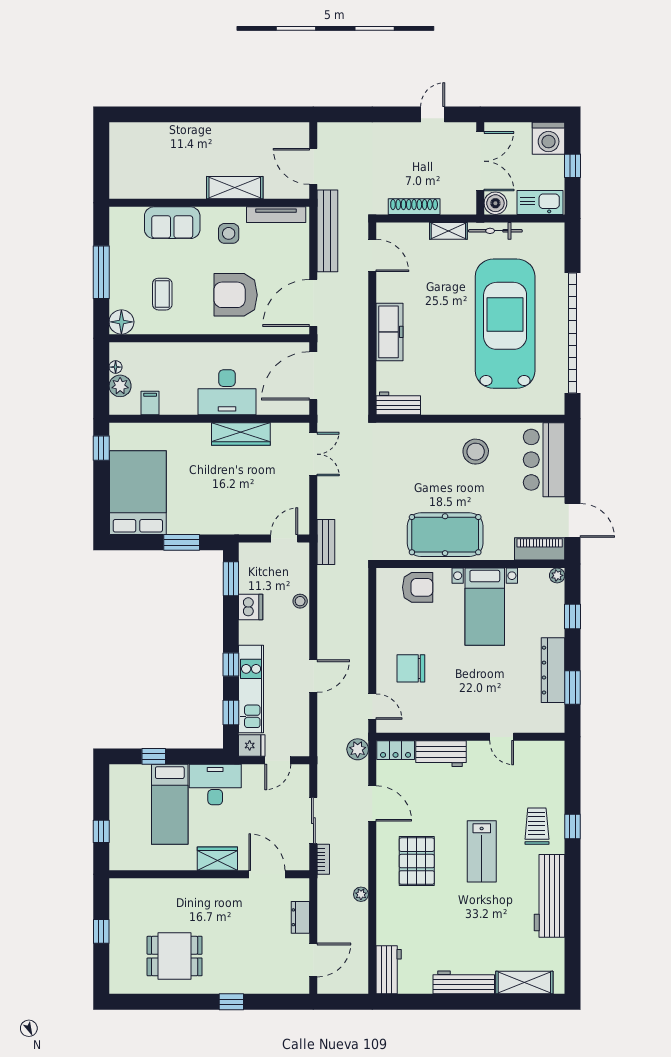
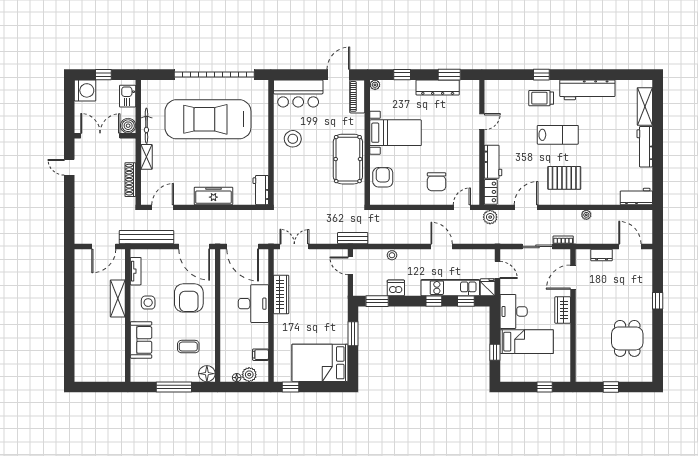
kitchen sink: (540, 202) -> (128, 96), width x0.73
tv unit: (276, 215) -> (136, 271), width x0.71

